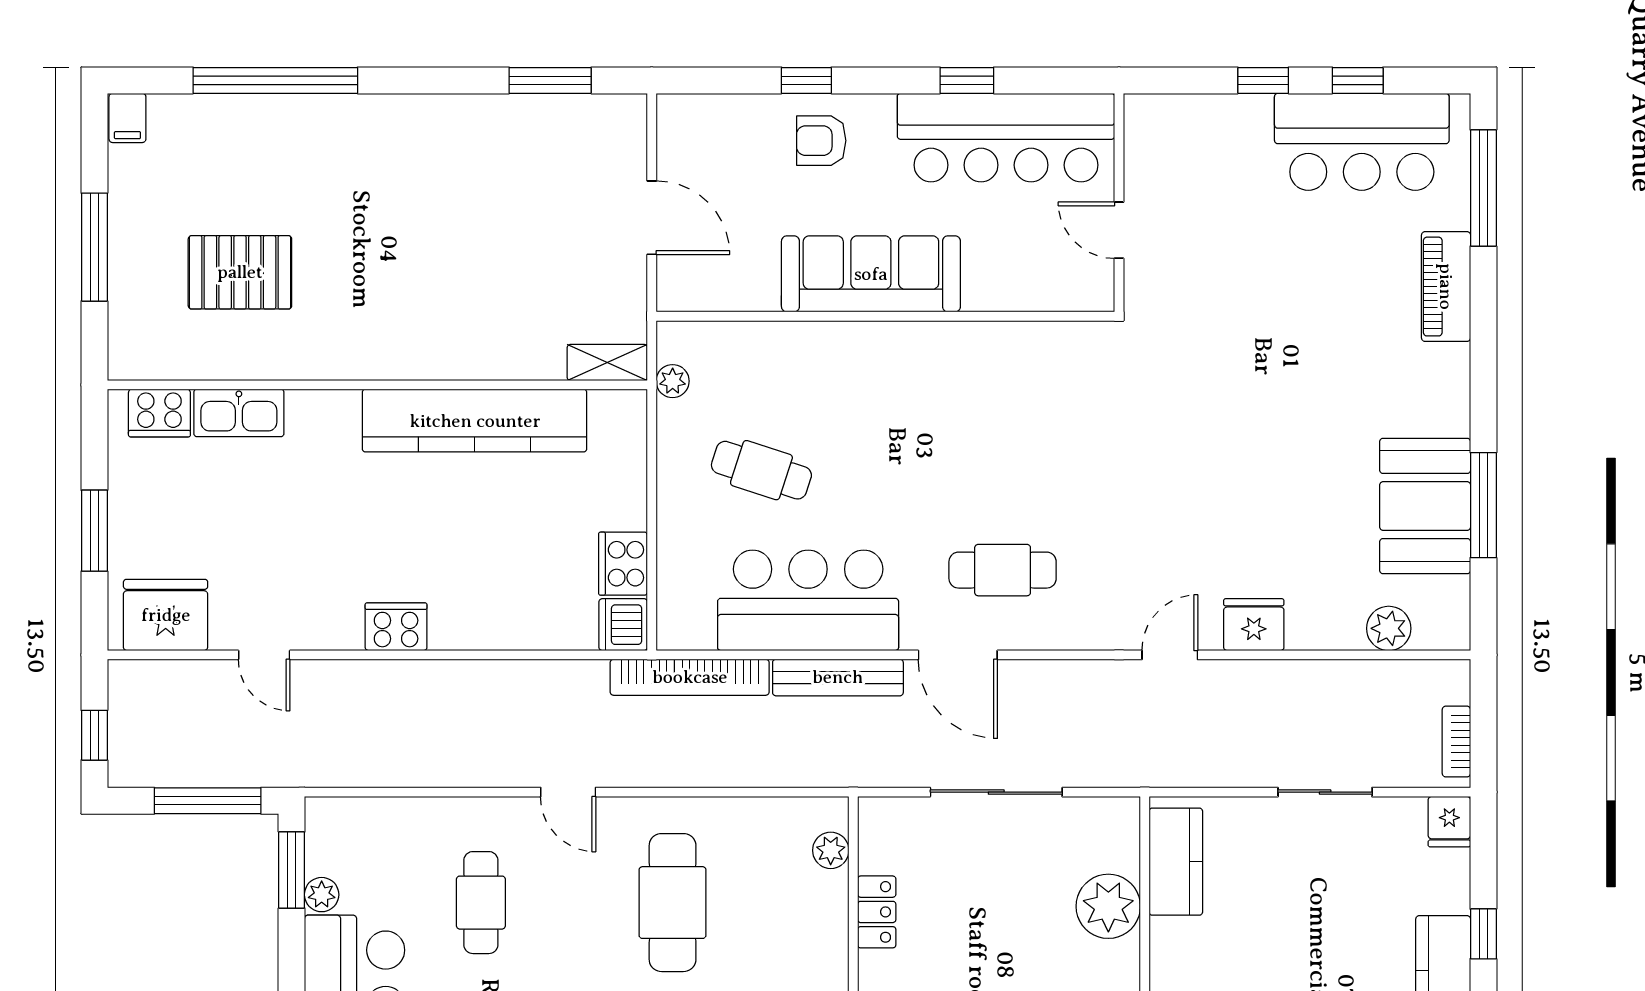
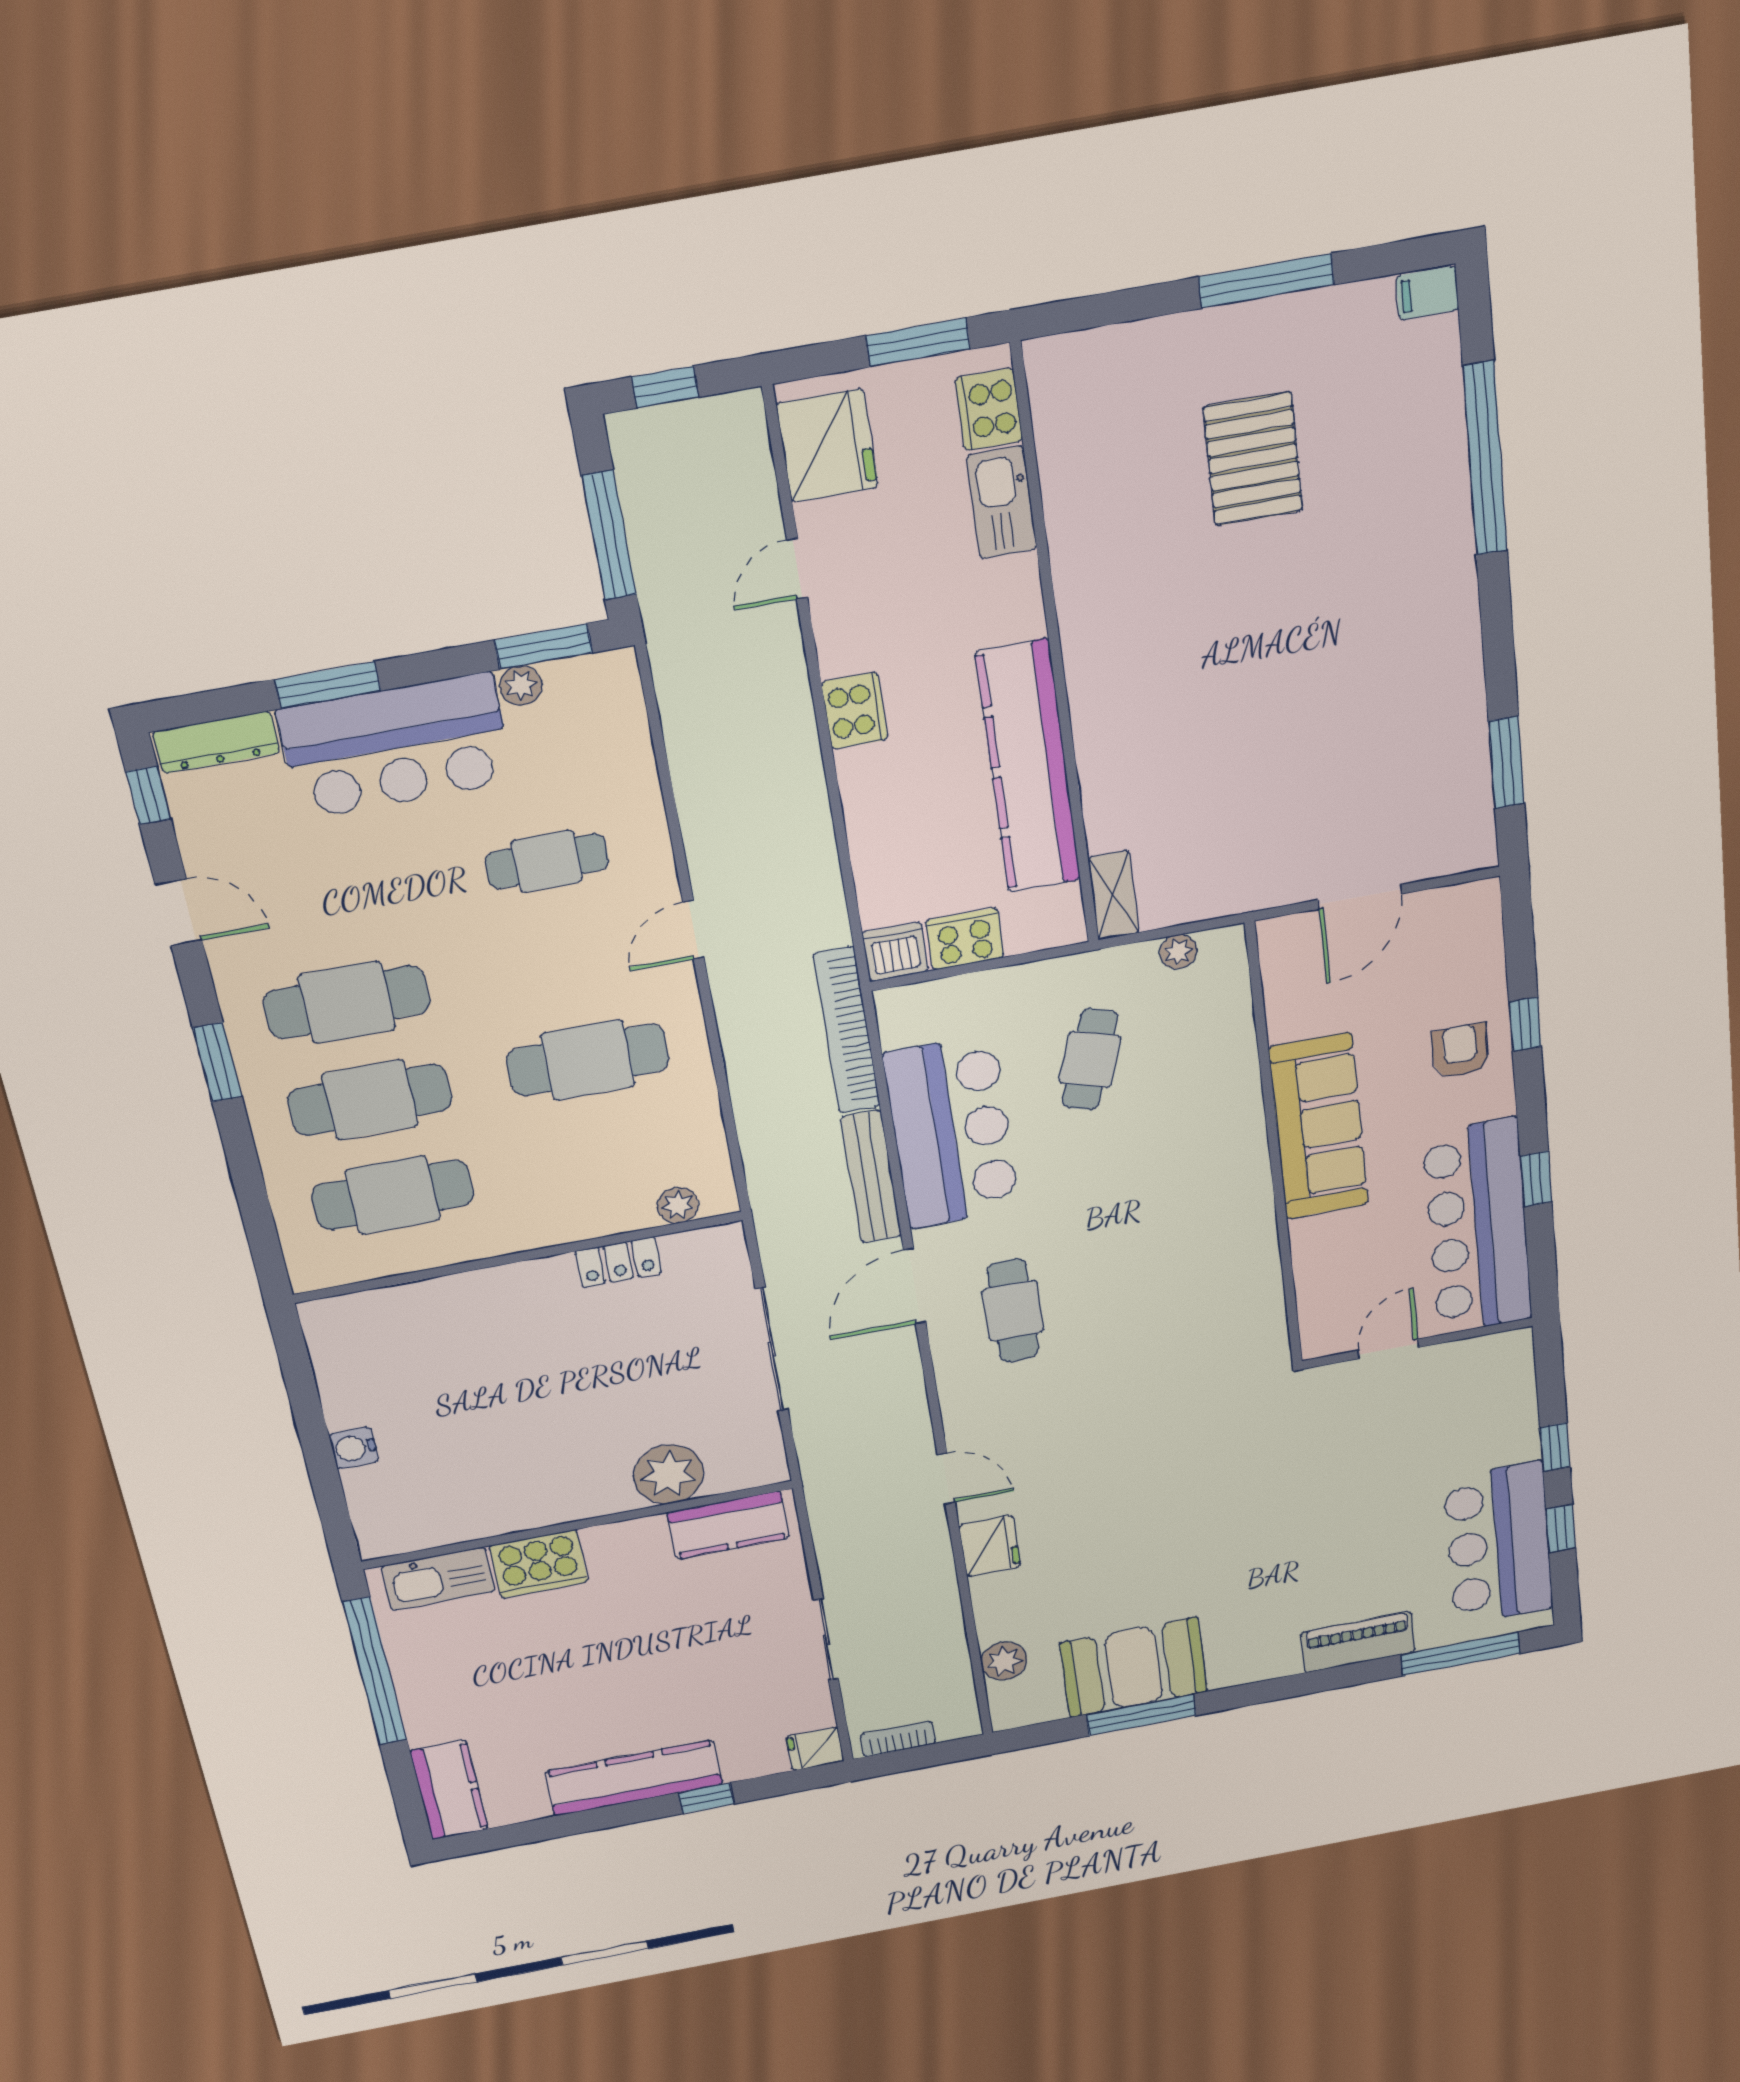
shelving: (607, 362) -> (1114, 895), moved
wall: (377, 385) -> (1056, 653), moved
cooker: (159, 413) -> (989, 409), moved
kitchen sink: (239, 413) -> (1002, 502), moved
kitchen counter: (475, 421) -> (1028, 767), moved

